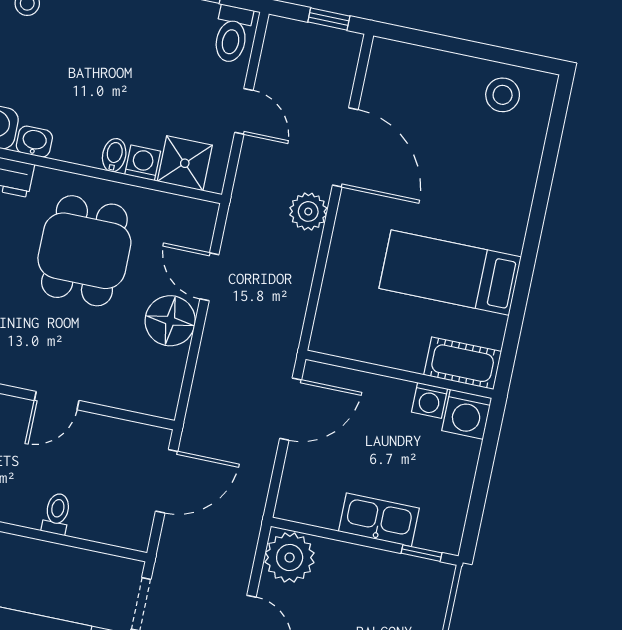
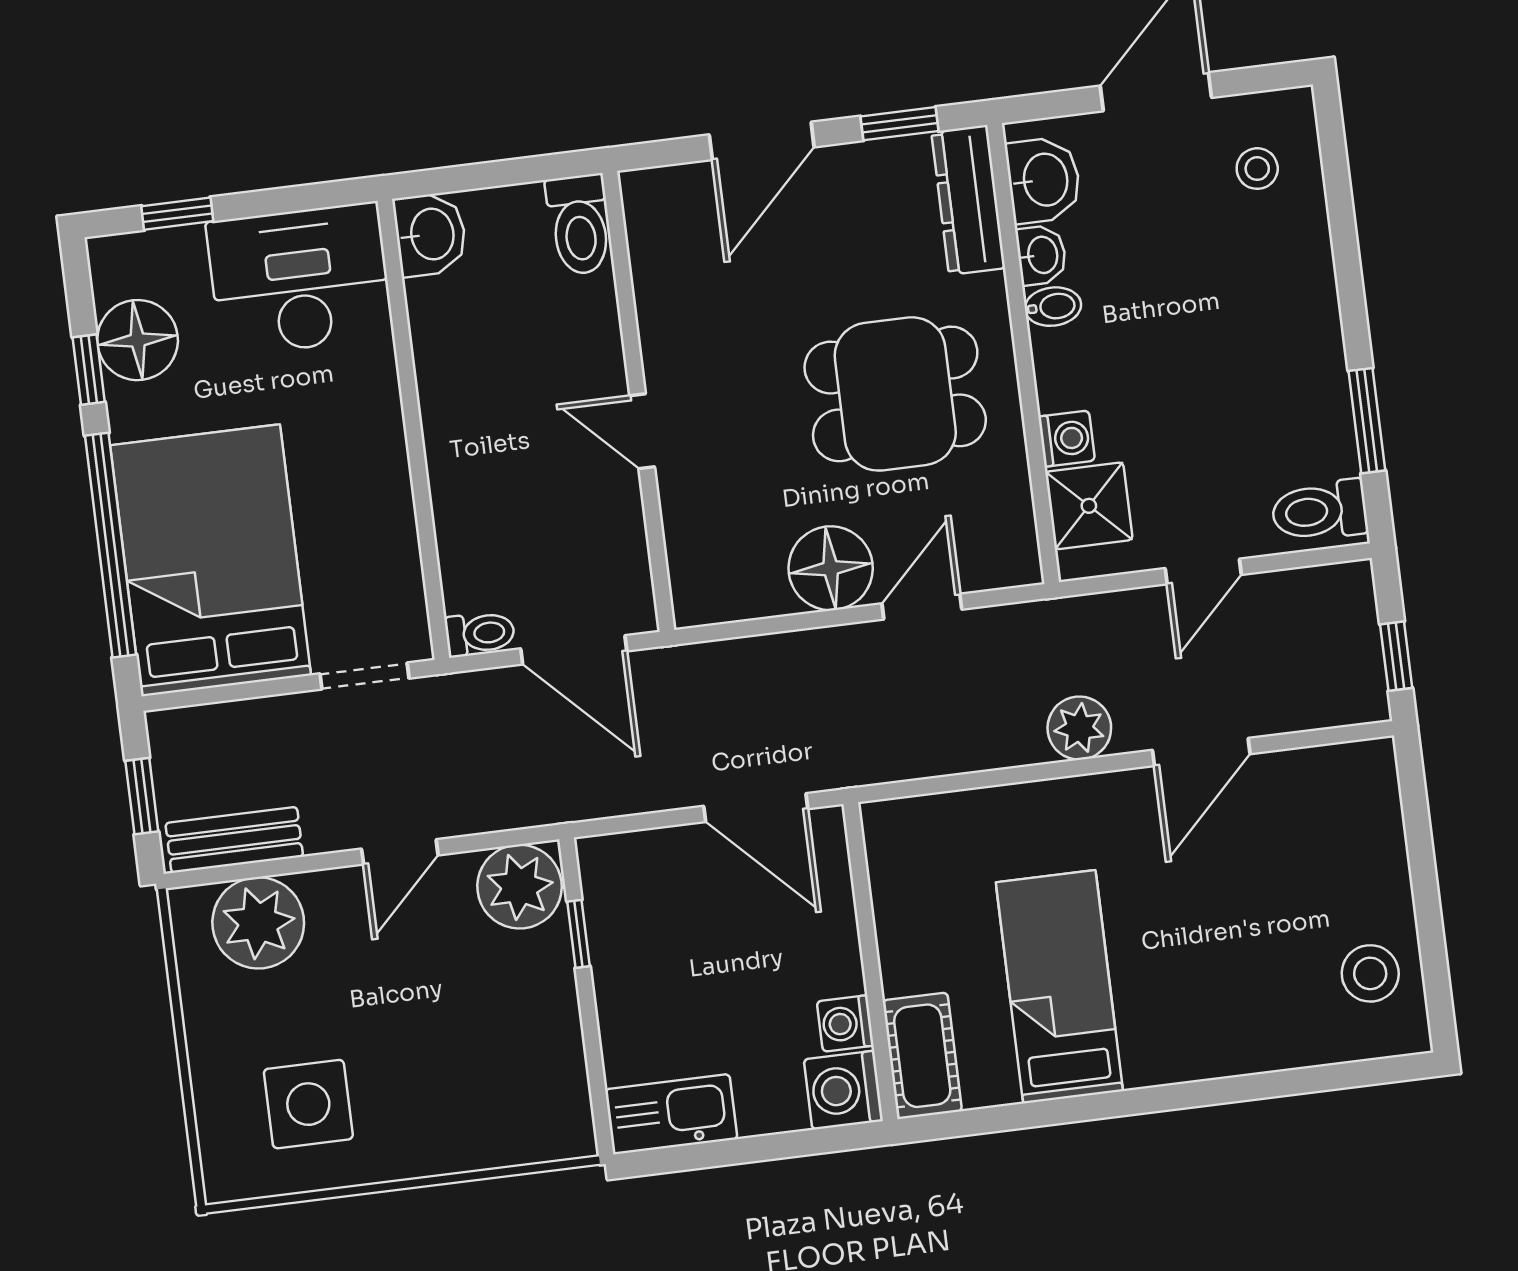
door: (345, 147) -> (1201, 752), width x0.73
bidet: (114, 155) -> (1053, 307), moved
toilet: (57, 514) -> (480, 634), moved
kitchen sink: (379, 520) -> (671, 1114), moved, turned -90
window: (421, 553) -> (578, 934), moved

